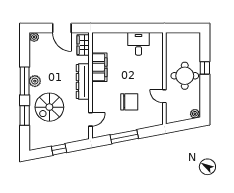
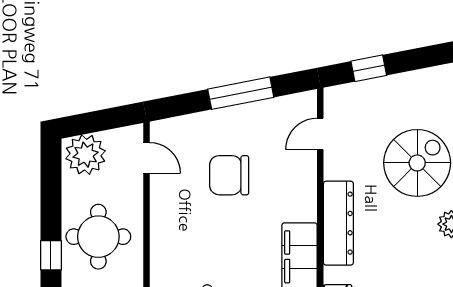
door: (164, 96) -> (146, 158), moved
plant: (195, 114) -> (86, 155), width x1.87, depth x1.87
window: (59, 149) -> (369, 68), moved

